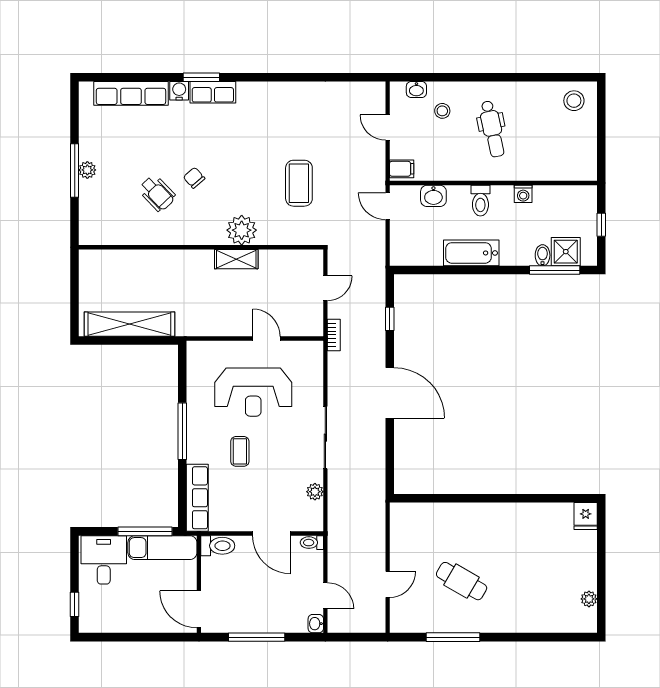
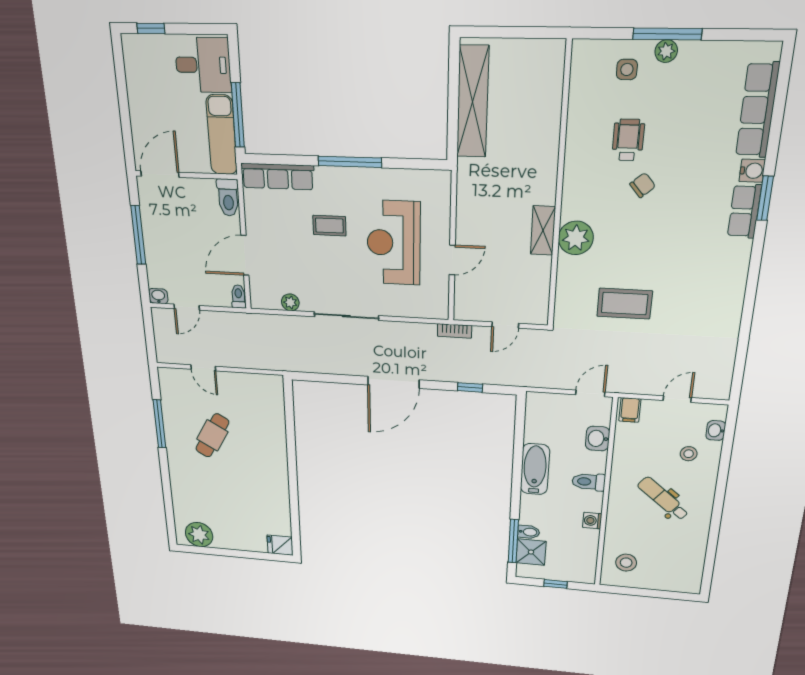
stool: (574, 101) -> (626, 563), moved
dental chair: (492, 129) -> (663, 499), turned 51
wheelchair: (157, 193) -> (628, 140), turned 134
side table: (102, 199) -> (627, 69), added
door: (325, 288) -> (505, 325), hinge flipped
plant: (589, 599) -> (199, 535), width x1.87, depth x1.87

